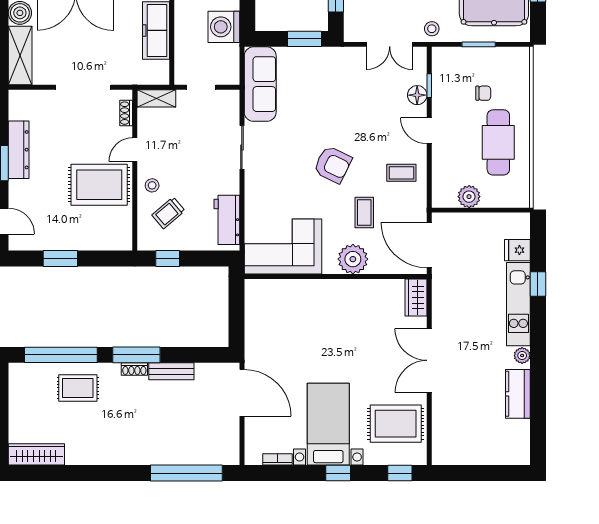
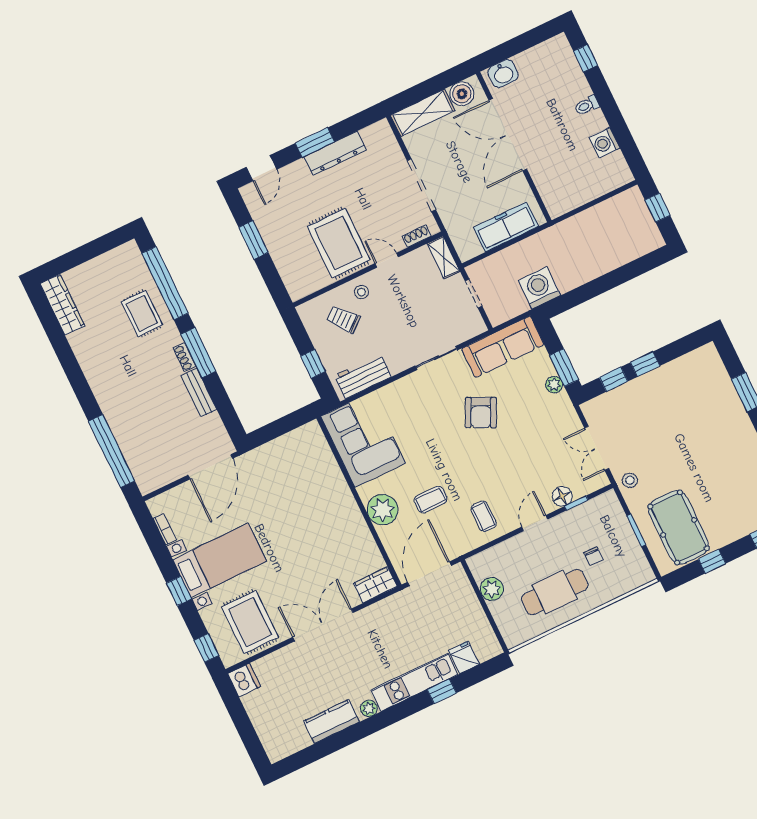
plant: (315, 55) -> (554, 385), added
armchair: (333, 165) -> (481, 413), moved
window: (168, 258) -> (313, 364), moved
dishwasher: (444, 453) -> (244, 680), added

